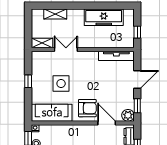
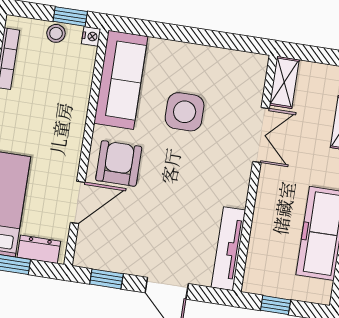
window: (28, 81) -> (202, 37), removed
armchair: (87, 108) -> (119, 163), turned 180
plant: (128, 115) -> (88, 254), removed

